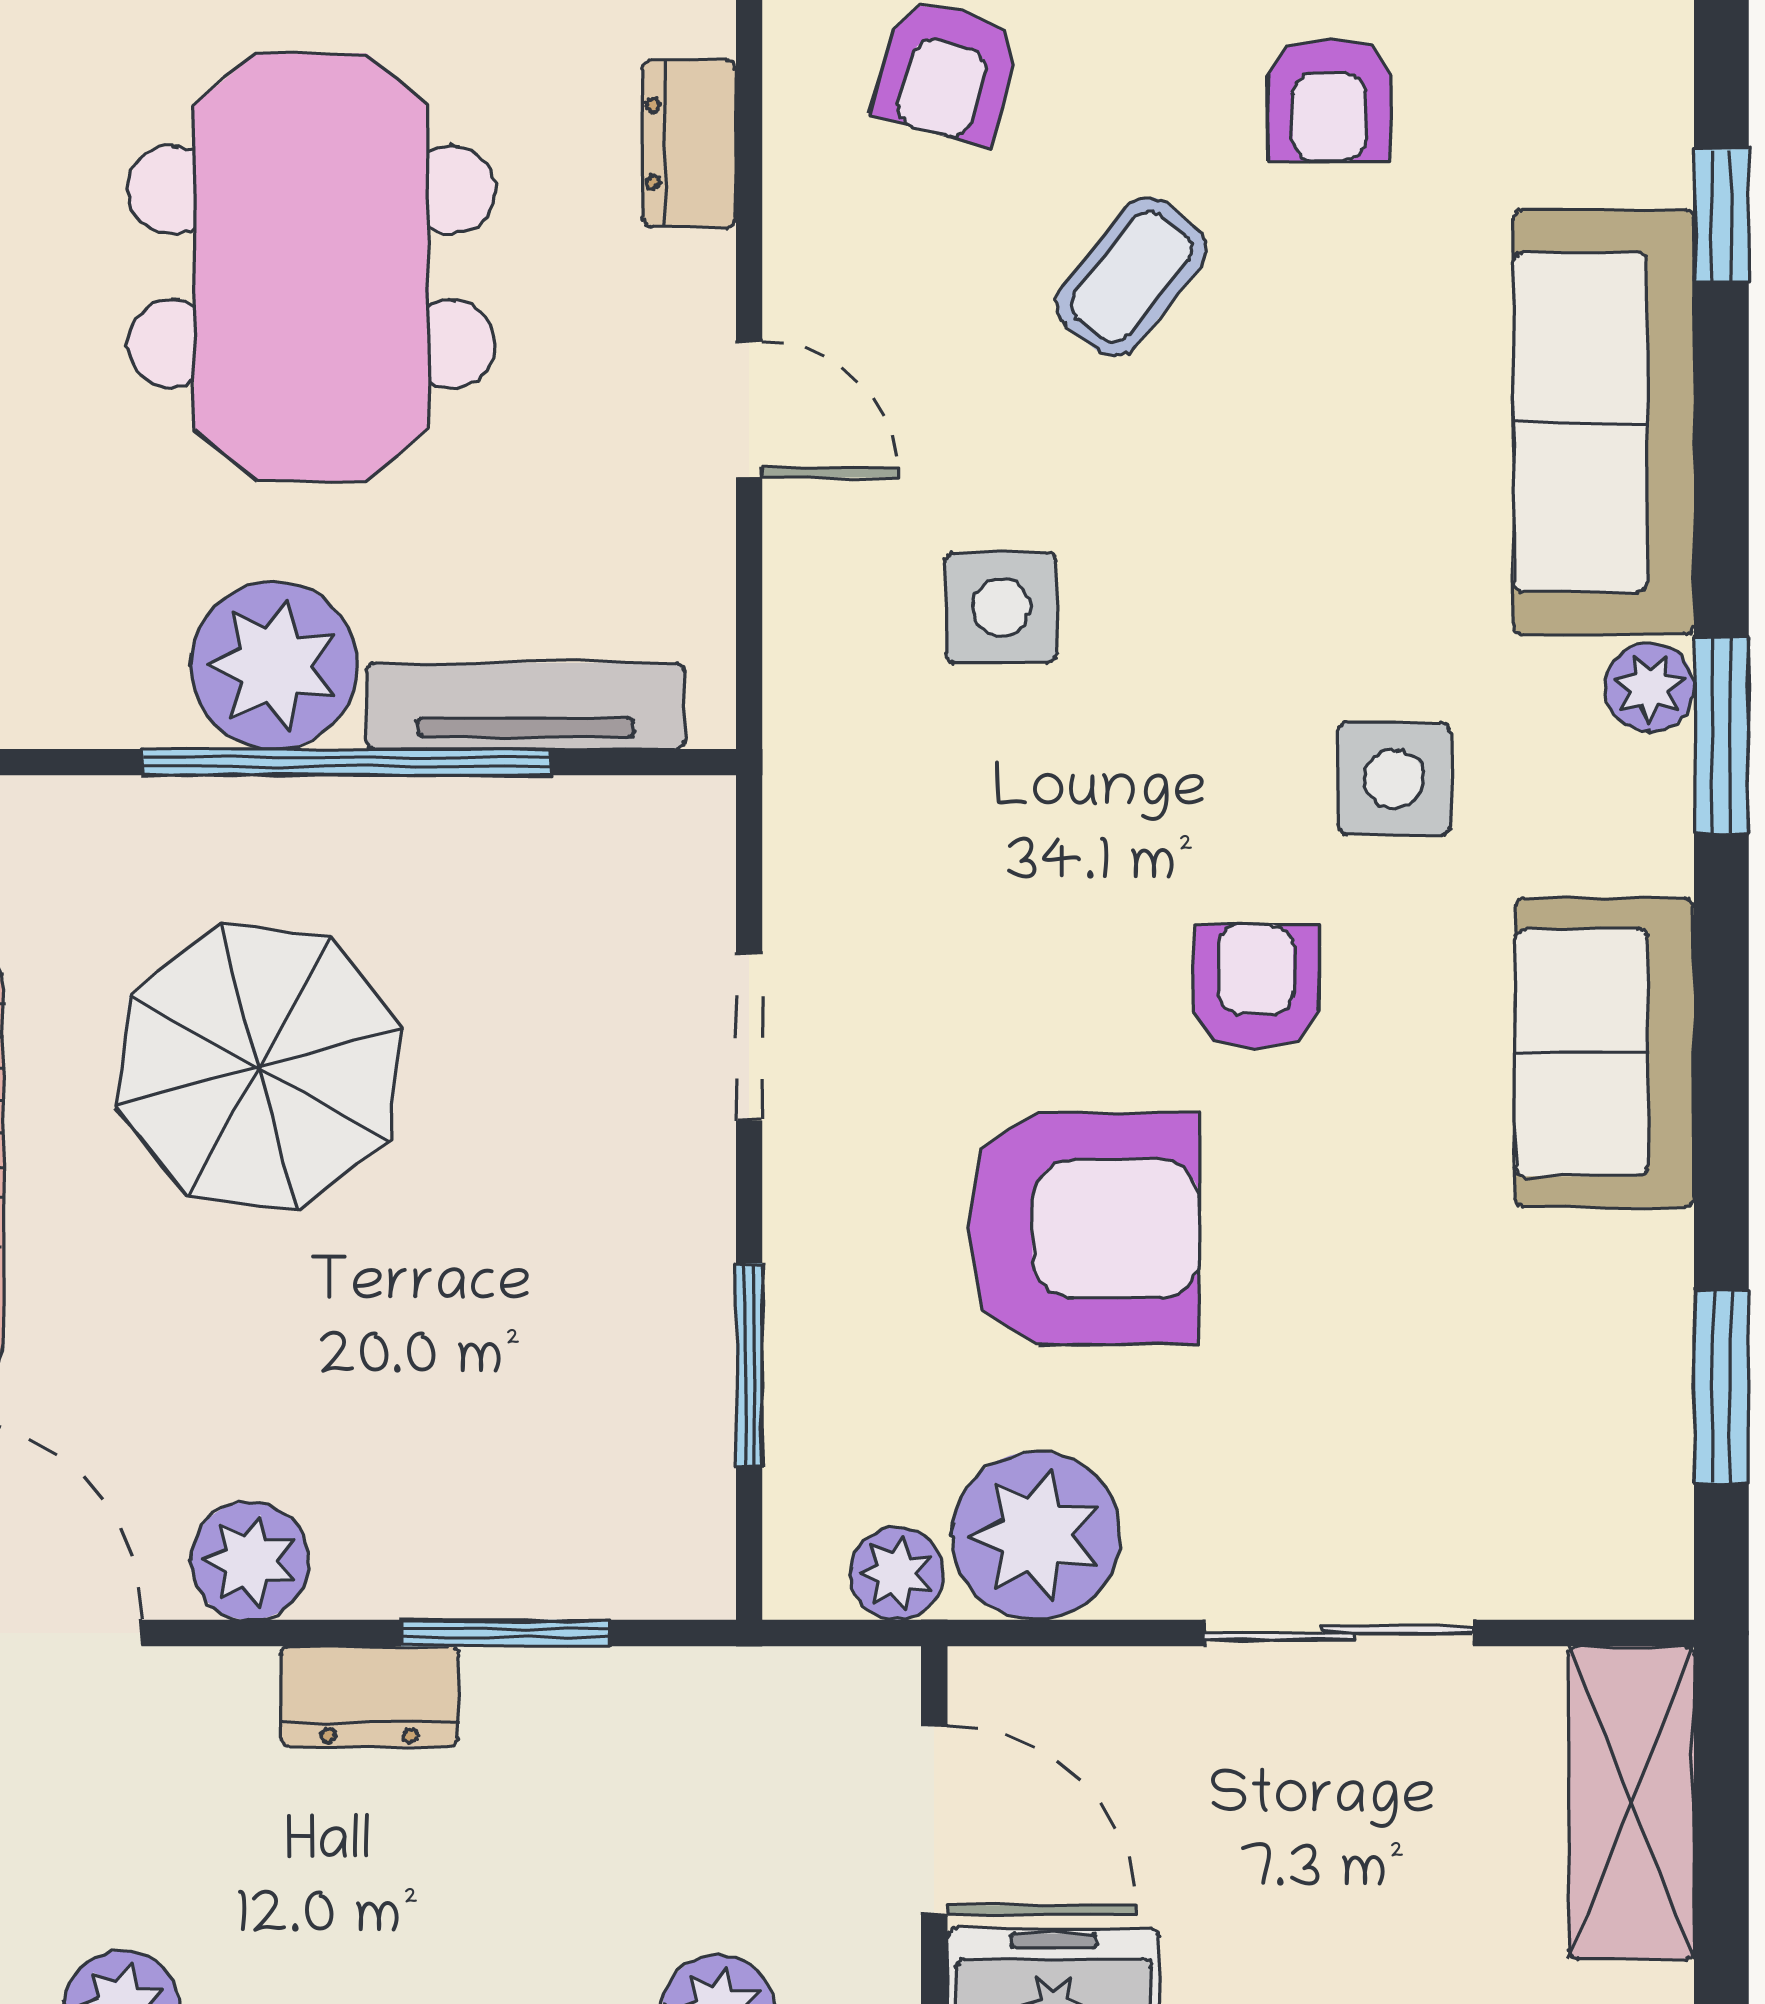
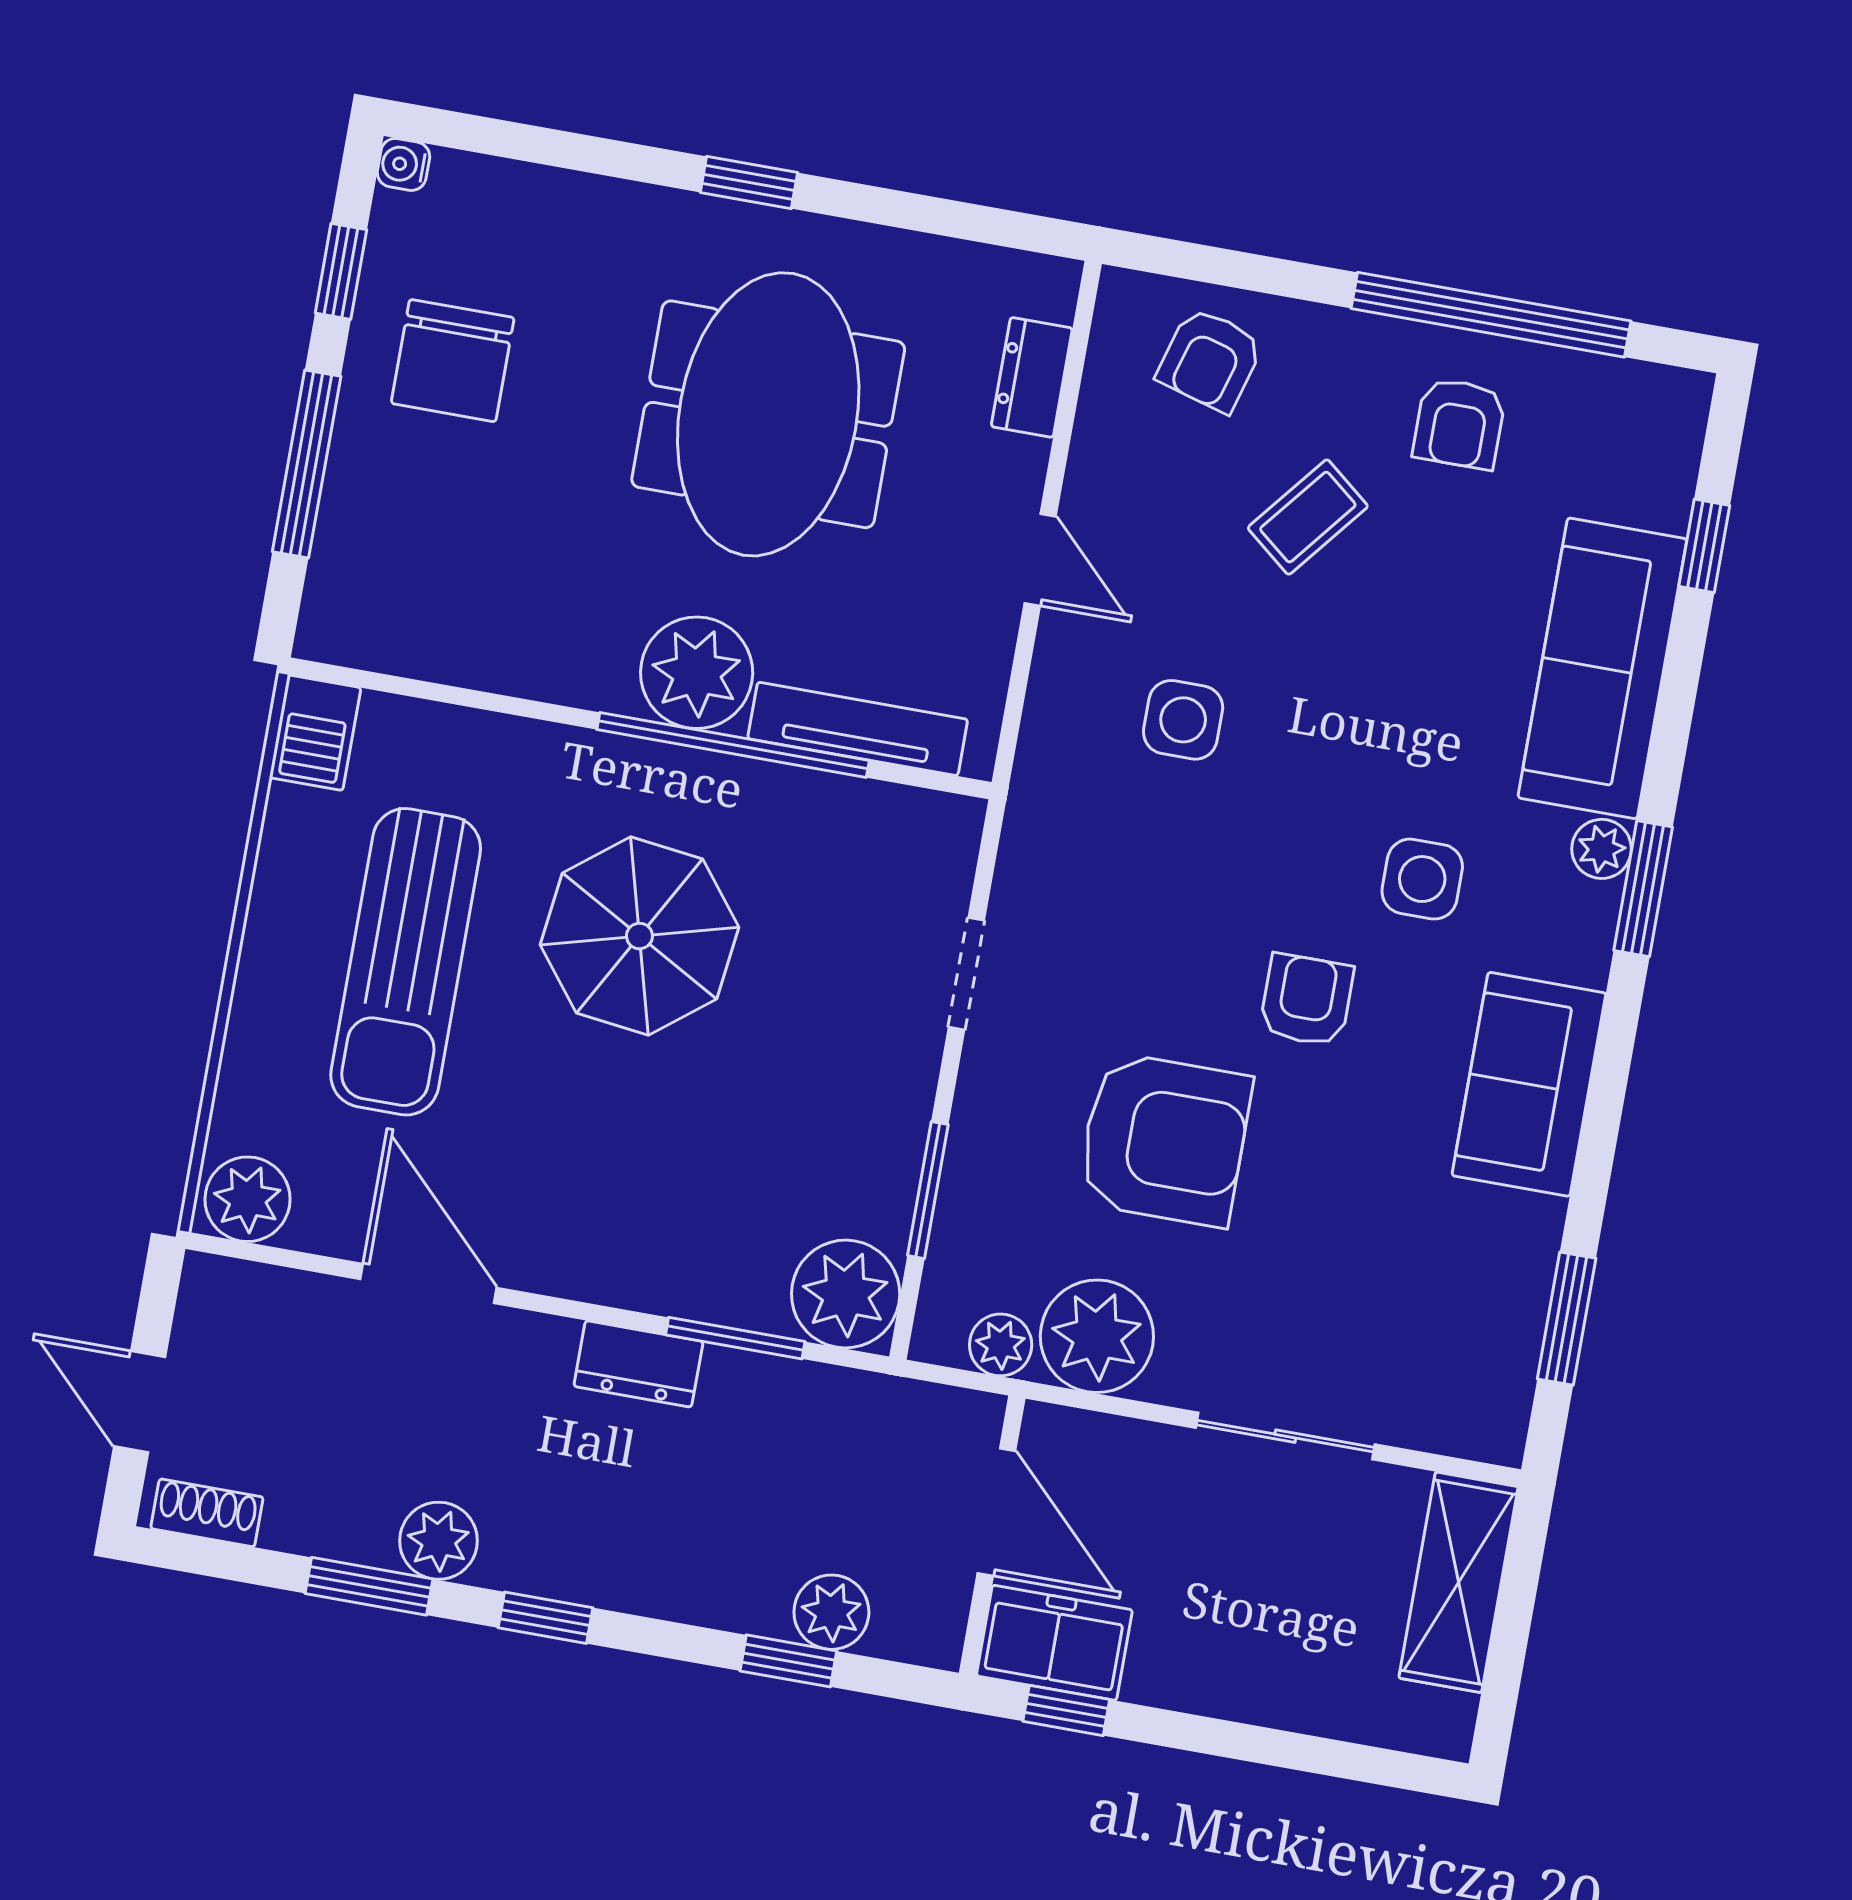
plant: (250, 1561) -> (846, 1294), moved, width x1.36, depth x1.36

